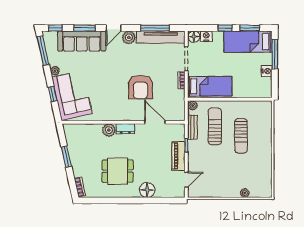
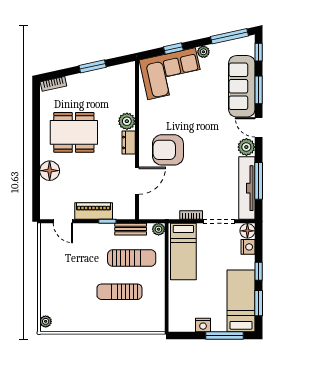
armchair: (141, 87) -> (168, 150), moved
dining table: (118, 171) -> (74, 132), width x1.38
plant: (245, 193) -> (46, 321), moved

